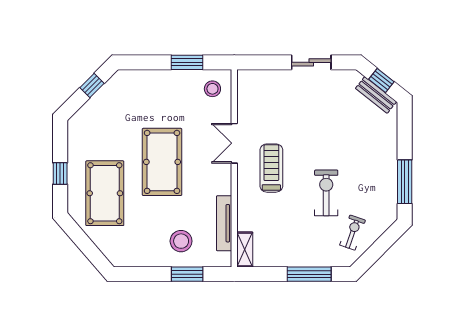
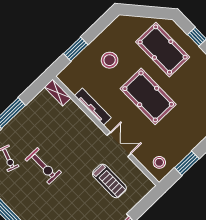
treadmill: (271, 168) -> (109, 181), moved
tv unit: (224, 223) -> (93, 107), moved
stool: (181, 241) -> (110, 60), moved

